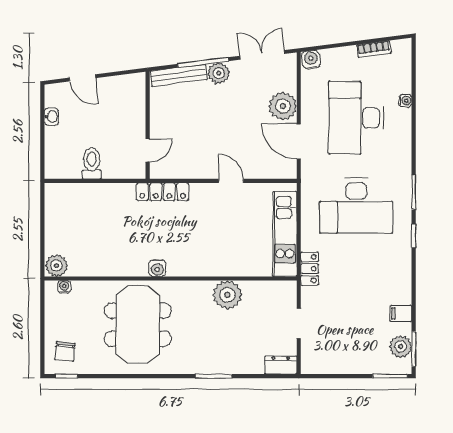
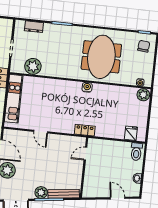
toilet: (92, 163) -> (136, 152), moved
locker: (163, 192) -> (85, 130), width x0.66
fridge: (71, 195) -> (131, 133), added
plant: (227, 295) -> (33, 66), moved
dresser: (281, 365) -> (34, 27), moved

